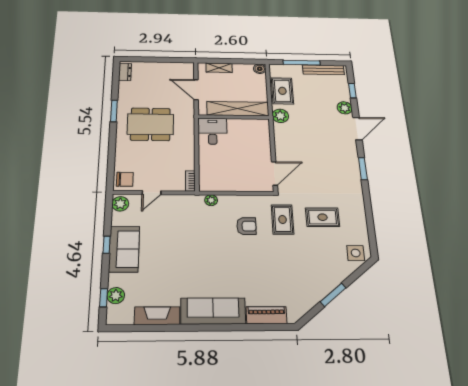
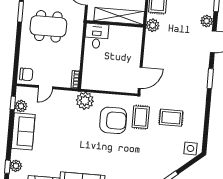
plant: (211, 200) -> (85, 101), width x1.88, depth x1.88
plant: (120, 204) -> (21, 106), moved
armchair: (246, 226) -> (113, 120), width x1.88, depth x1.88
window: (107, 245) -> (13, 103), moved

